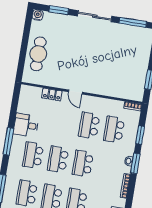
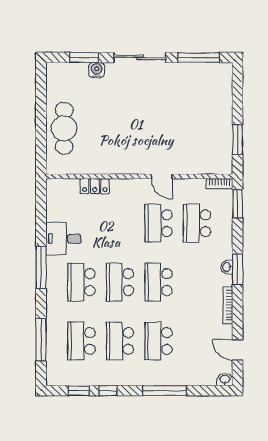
water cooler: (38, 15) -> (97, 70), moved
door: (75, 92) -> (162, 176), moved
window: (140, 135) -> (237, 204), moved

